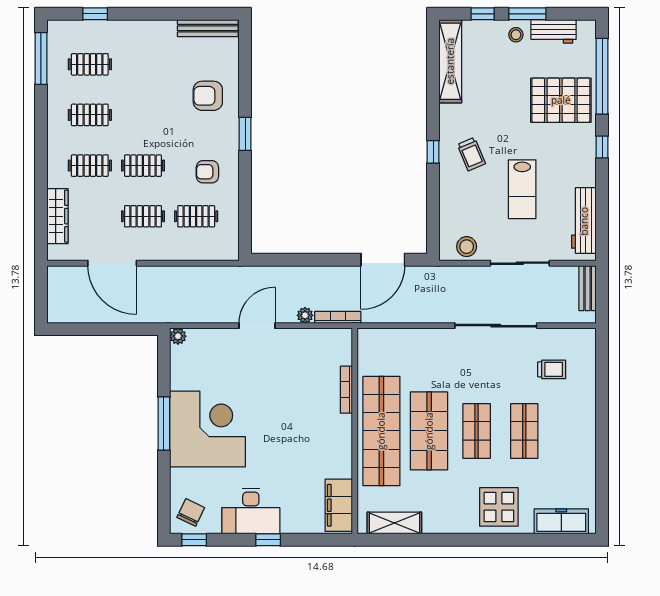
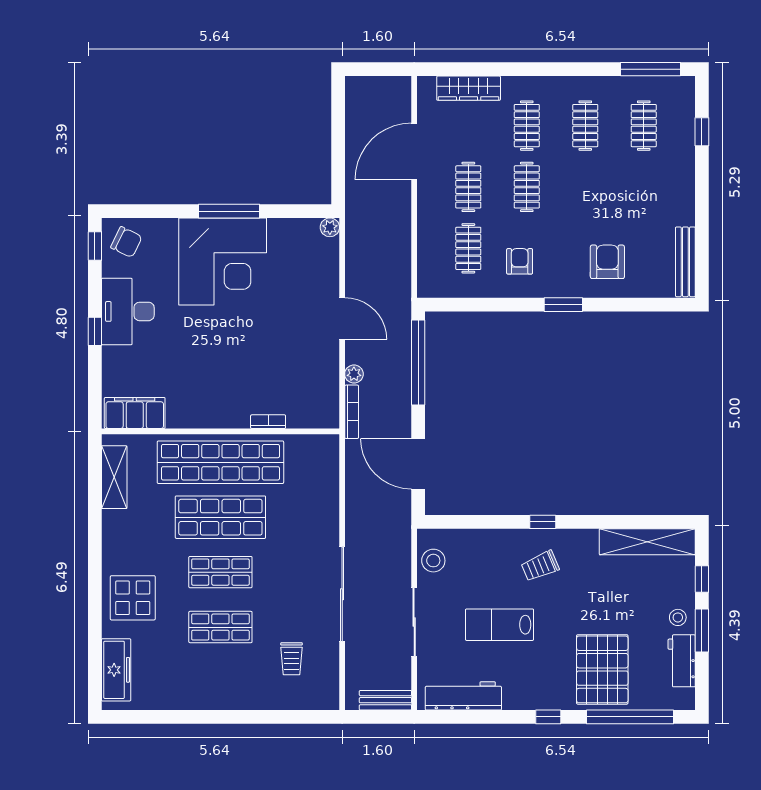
window: (295, 260) -> (418, 363), added
bookcase: (346, 390) -> (268, 422), width x0.64

